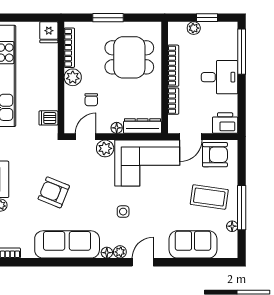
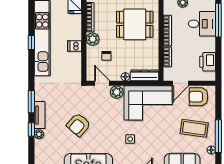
desk: (220, 77) -> (202, 24), moved
dishwasher: (48, 118) -> (75, 46), moved
printer: (225, 123) -> (208, 62), moved, turned -90
door: (86, 137) -> (102, 83), hinge flipped
armchair: (215, 155) -> (198, 97), turned 180
armchair: (54, 192) -> (78, 125), turned -71

